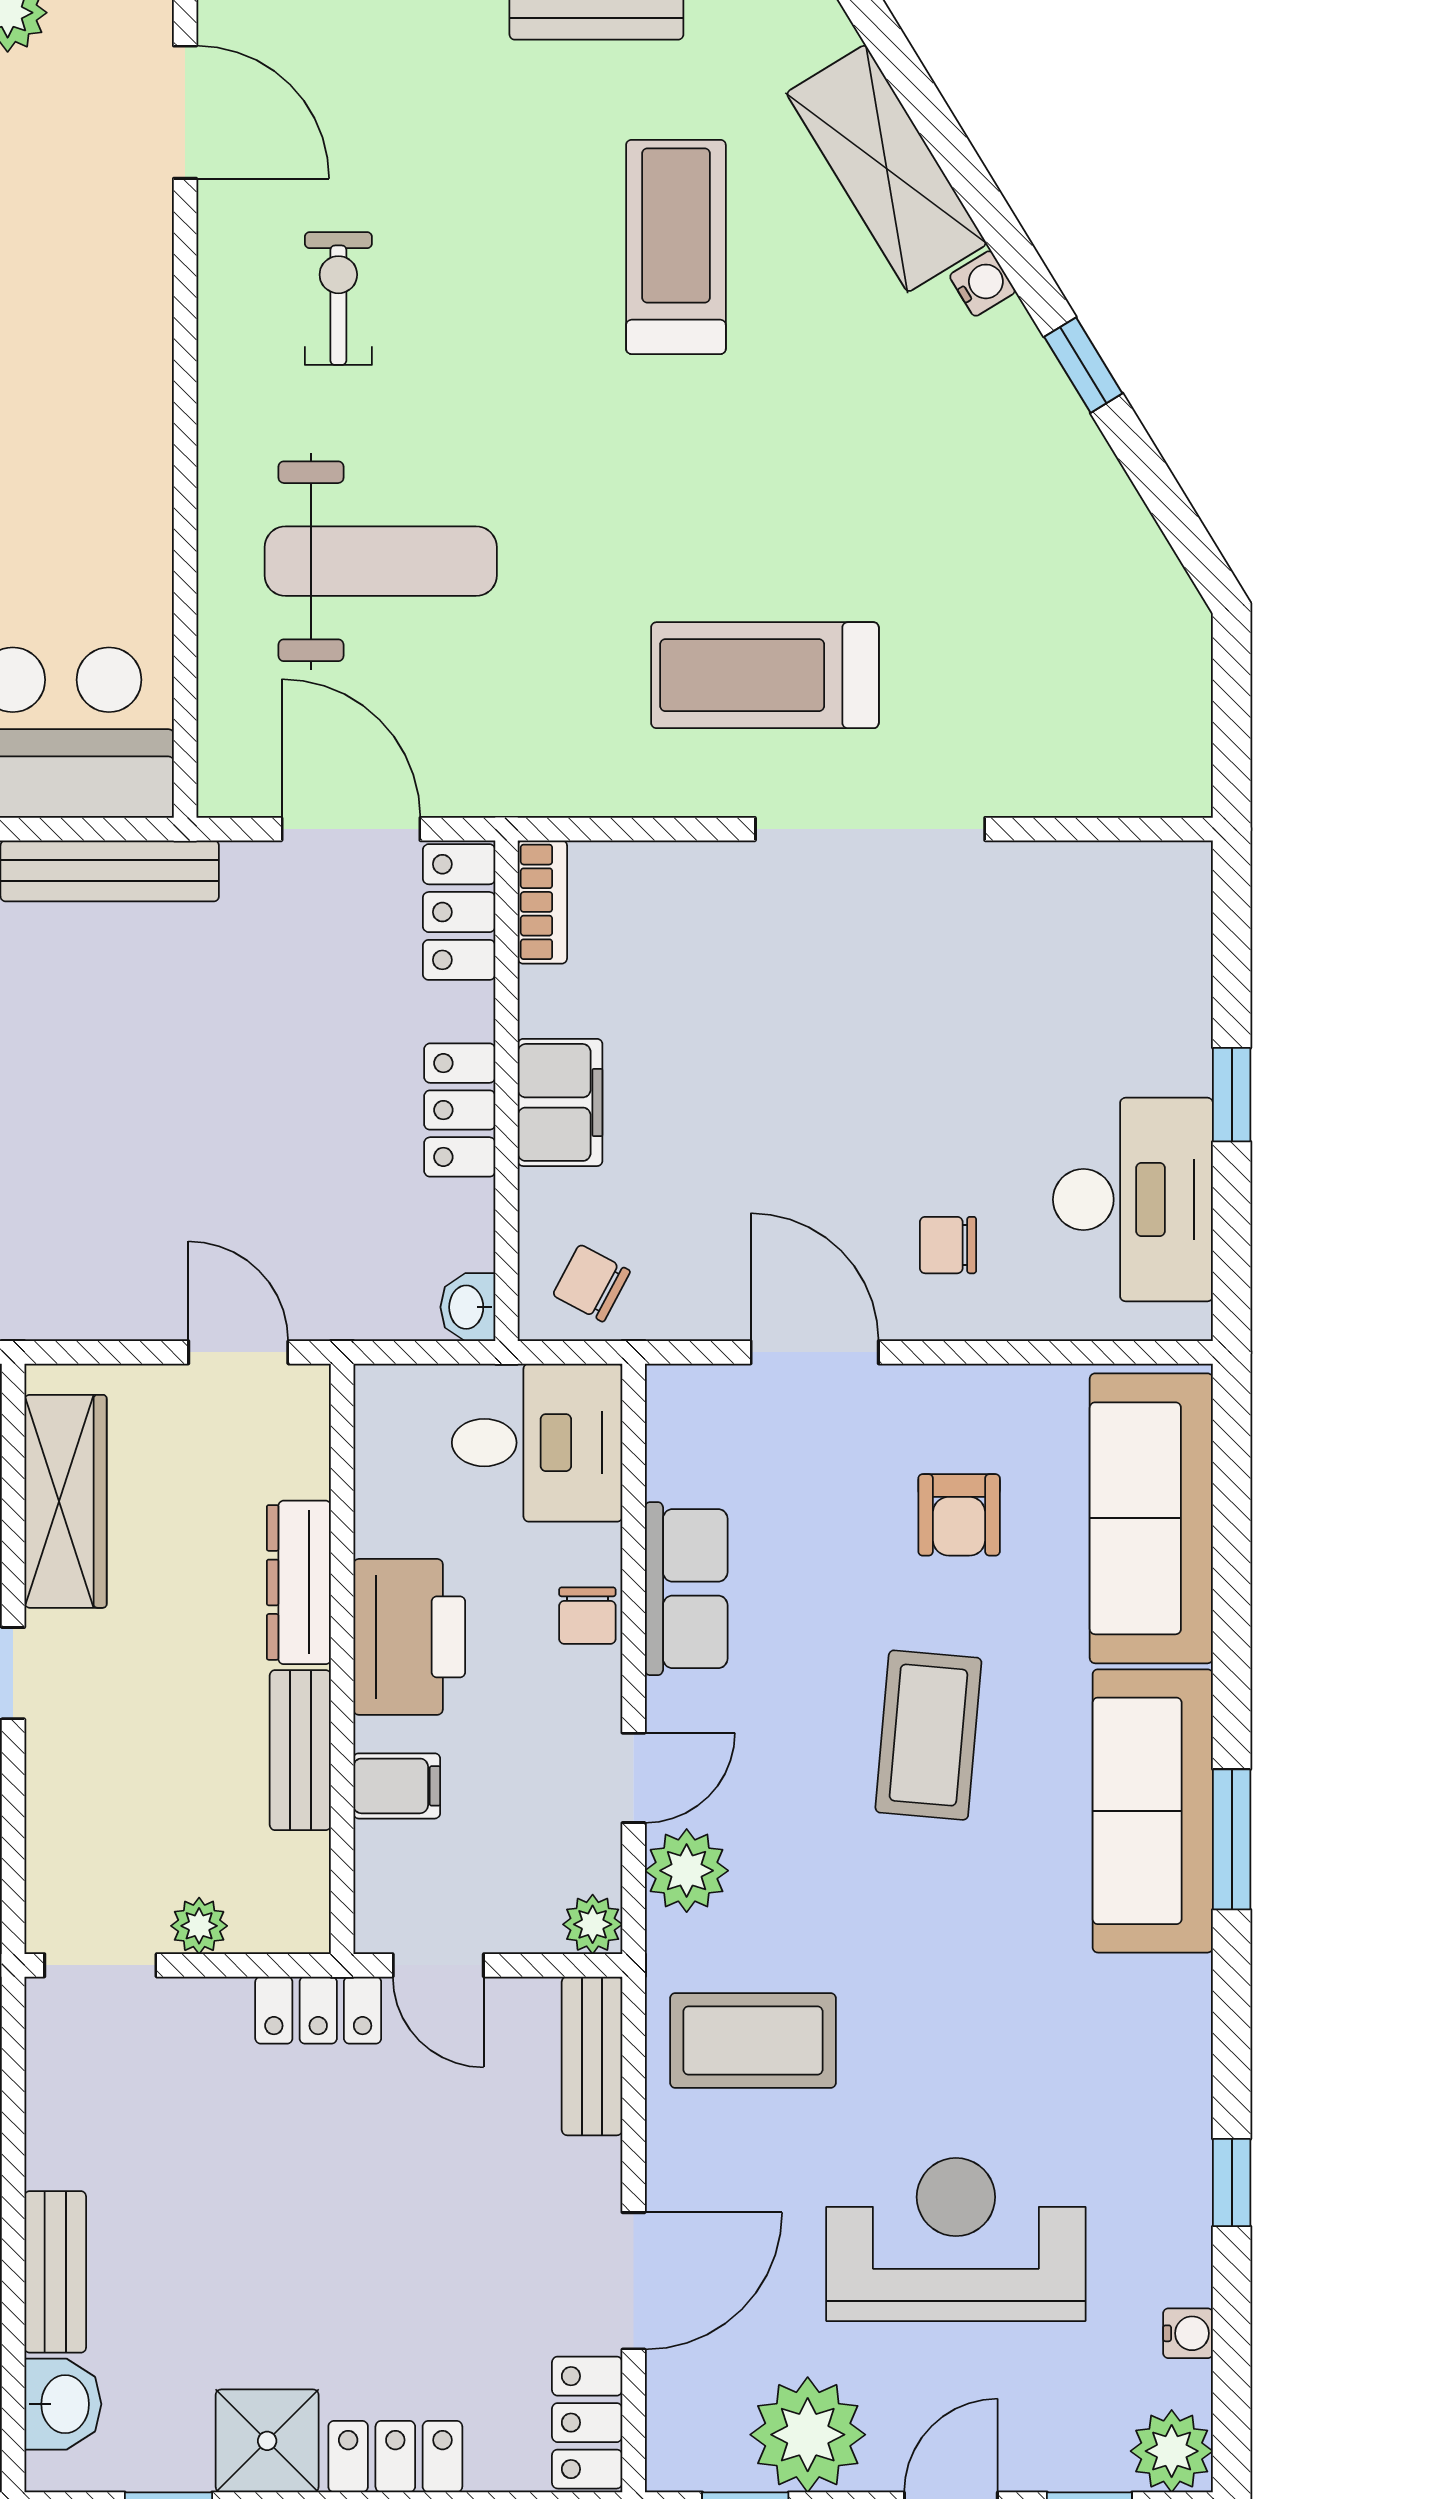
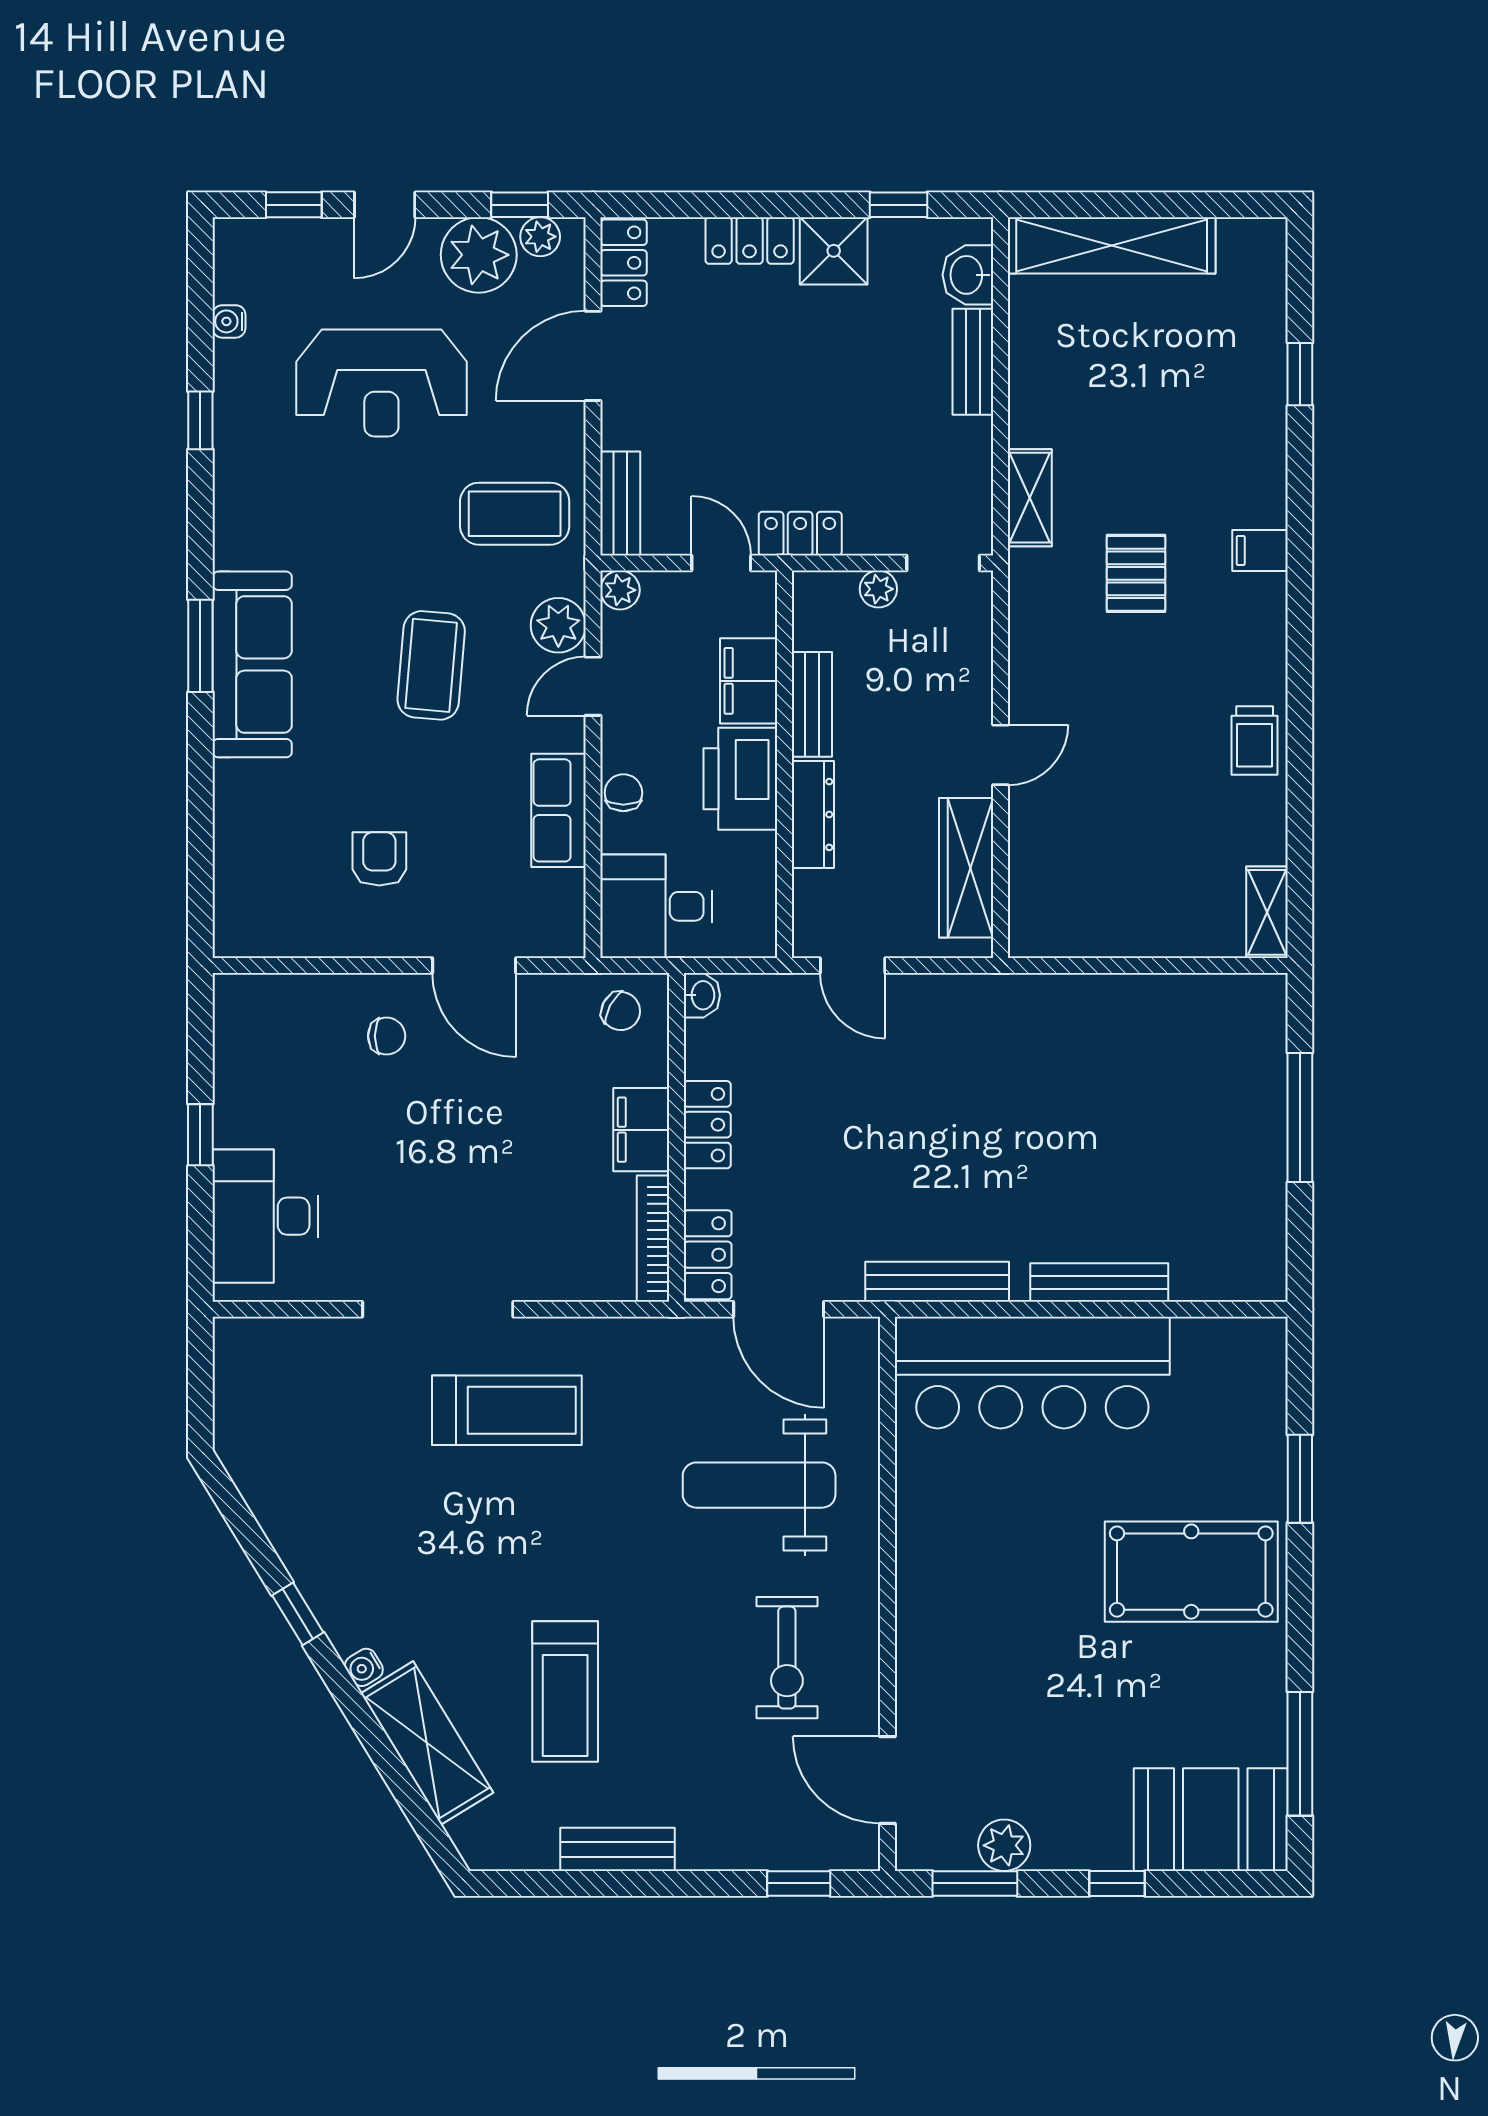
exercise bike: (338, 299) -> (787, 1658), width x1.38, depth x1.39
bookcase: (542, 902) -> (653, 1239), width x1.56
desk: (1133, 1200) -> (265, 1216), moved
sofa: (1151, 1518) -> (253, 857), removed
coffee table: (928, 1735) -> (431, 665), moved
filing cabinet: (397, 1786) -> (749, 681), width x2.00
plant: (1172, 2451) -> (540, 237), moved, width x0.73, depth x0.73

